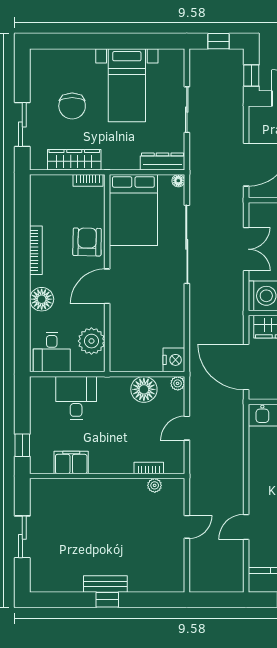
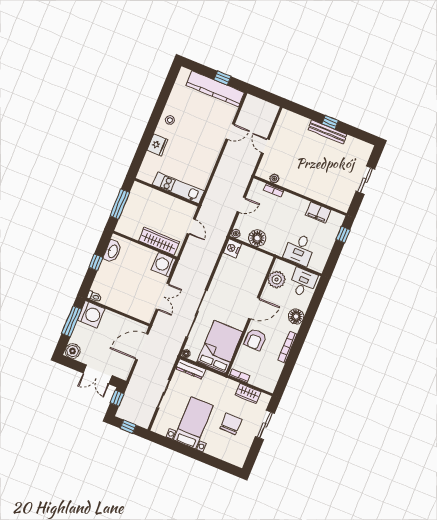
wardrobe: (74, 160) -> (248, 394), width x0.67
double door: (246, 249) -> (162, 297), swing flipped
door: (246, 367) -> (191, 226), width x0.53
door: (187, 527) -> (265, 146), hinge flipped
bench: (105, 584) -> (327, 132), width x1.36

